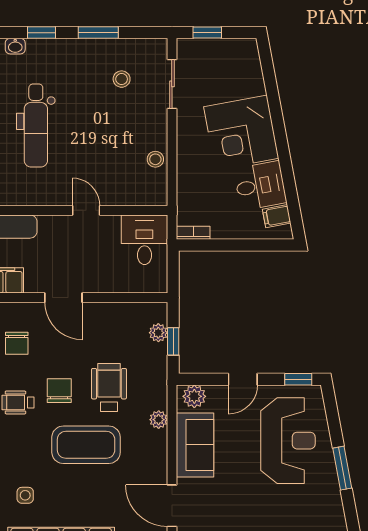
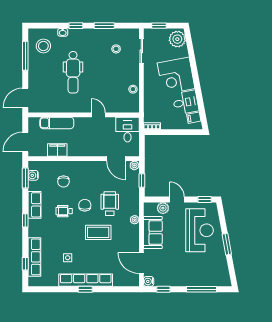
plant: (244, 60) -> (177, 39), added
door: (63, 298) -> (116, 159), moved
plant: (158, 333) -> (134, 165), moved
door: (243, 379) -> (177, 199), swing flipped
plant: (194, 396) -> (163, 208), moved
coffee table: (86, 445) -> (98, 232), width x0.73, depth x0.76

